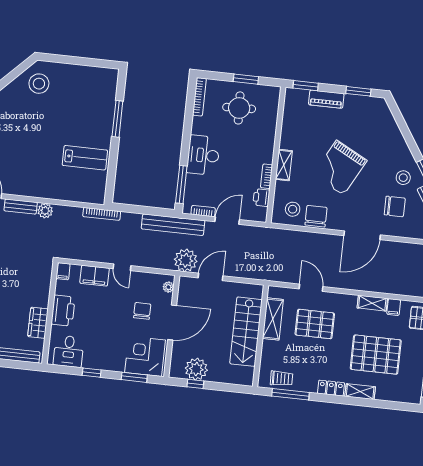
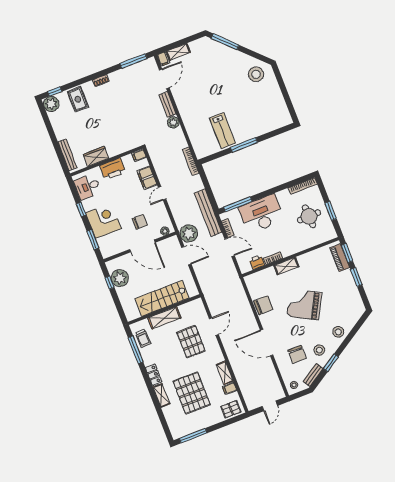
window: (358, 91) -> (356, 277), moved
piano: (326, 99) -> (340, 258), moved
window: (117, 119) -> (244, 145), moved
desk: (203, 155) -> (261, 214), width x1.36, depth x1.30
stool: (293, 209) -> (338, 332), moved
shelving: (273, 319) -> (164, 318), moved
corner desk: (145, 356) -> (103, 221), moved

